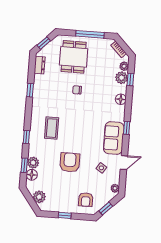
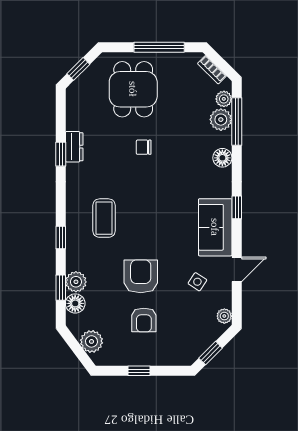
dresser: (40, 65) -> (74, 147), moved
window: (130, 79) -> (237, 121), width x2.17
armchair: (86, 200) -> (144, 320), moved

